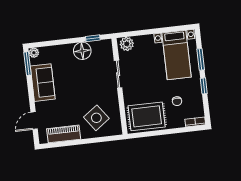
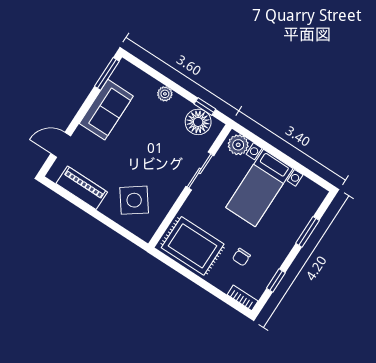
floor lamp: (82, 51) -> (198, 122), moved
plant: (34, 53) -> (165, 94), moved
bed with nightstands: (177, 55) -> (259, 188), moved
window: (204, 86) -> (276, 280), moved

